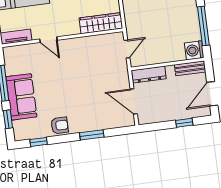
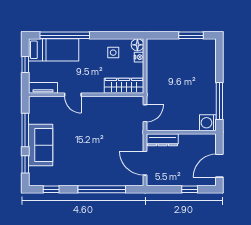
bench: (190, 68) -> (202, 139), removed
armchair: (60, 125) -> (73, 176), removed
window: (92, 135) -> (102, 189), width x2.11

